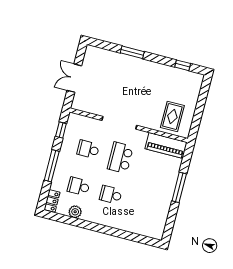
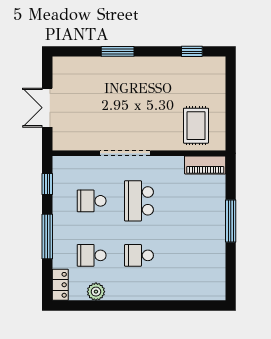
piano: (166, 146) -> (205, 165), width x0.73, depth x0.75

